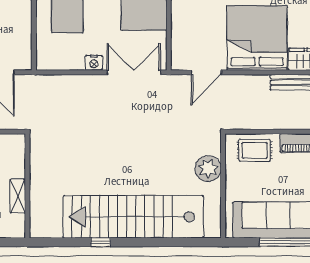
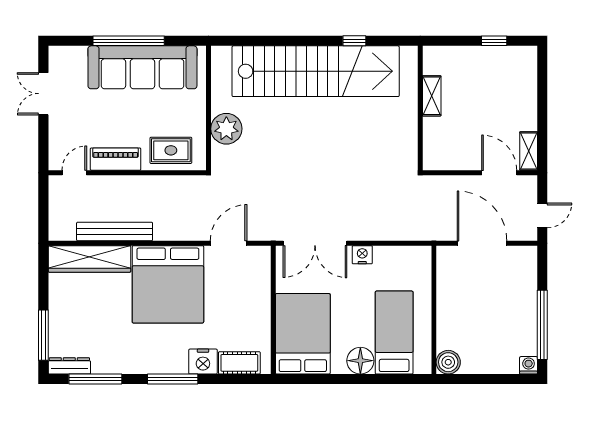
wall: (27, 186) -> (420, 108), moved
shelving: (18, 196) -> (432, 96), moved

